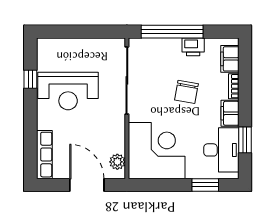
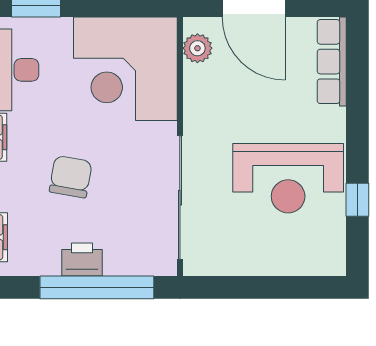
printer: (193, 47) -> (82, 259), moved
reception desk: (68, 91) -> (288, 178), turned 180

